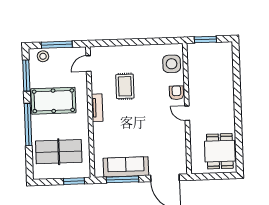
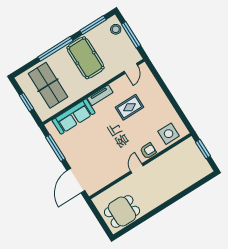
door: (88, 64) -> (131, 68), swing flipped
sofa: (126, 167) -> (74, 116), moved, turned 90
window: (74, 181) -> (26, 102), moved

